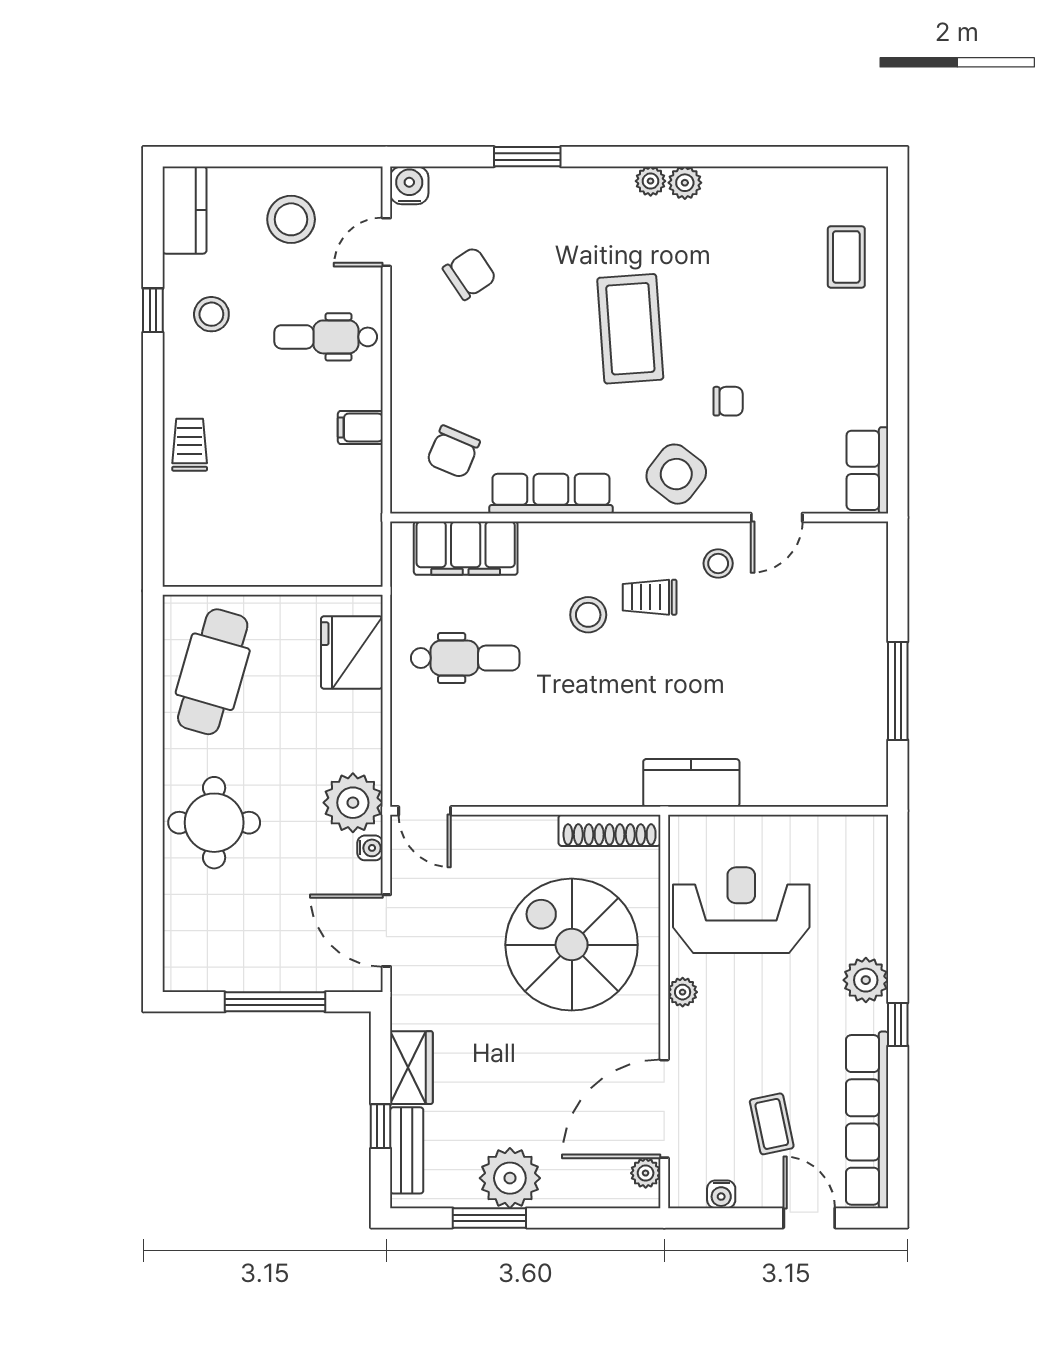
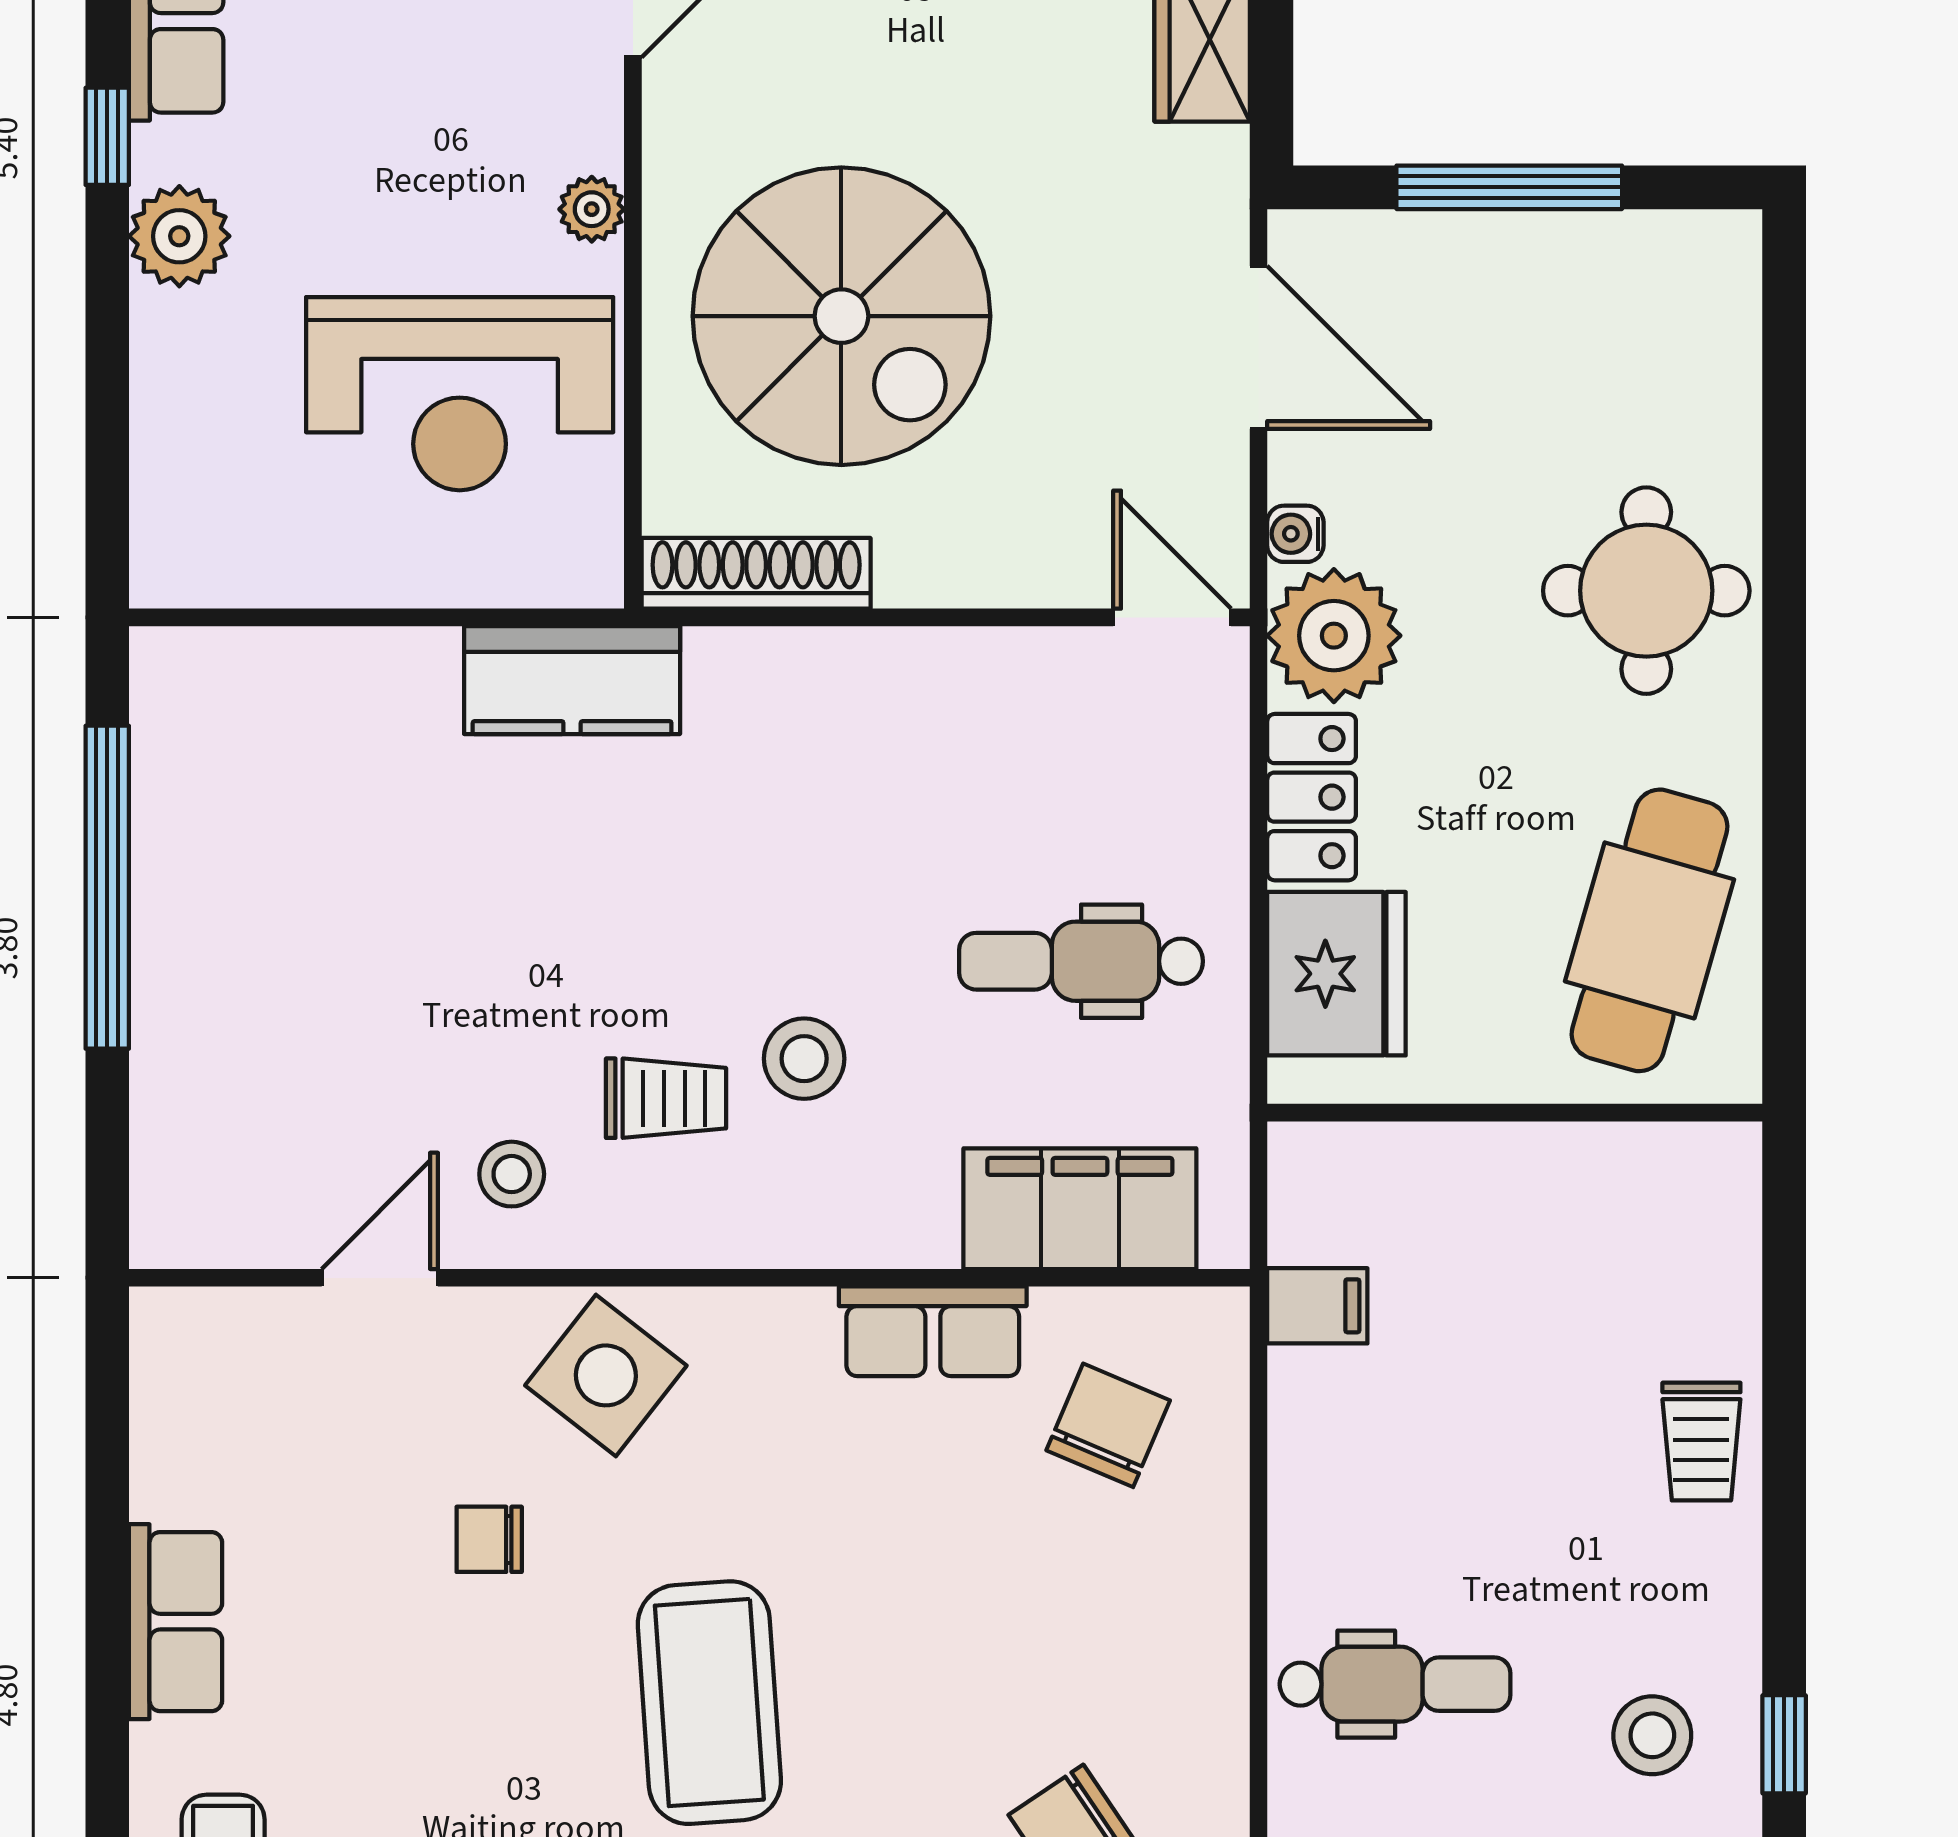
filing cabinet: (360, 427) -> (1317, 1306), moved
row of seats: (867, 470) -> (176, 1622), moved
row of seats: (551, 494) -> (933, 1331), width x0.68
window: (898, 691) -> (107, 887), width x1.46
locker: (363, 731) -> (1312, 797), added

